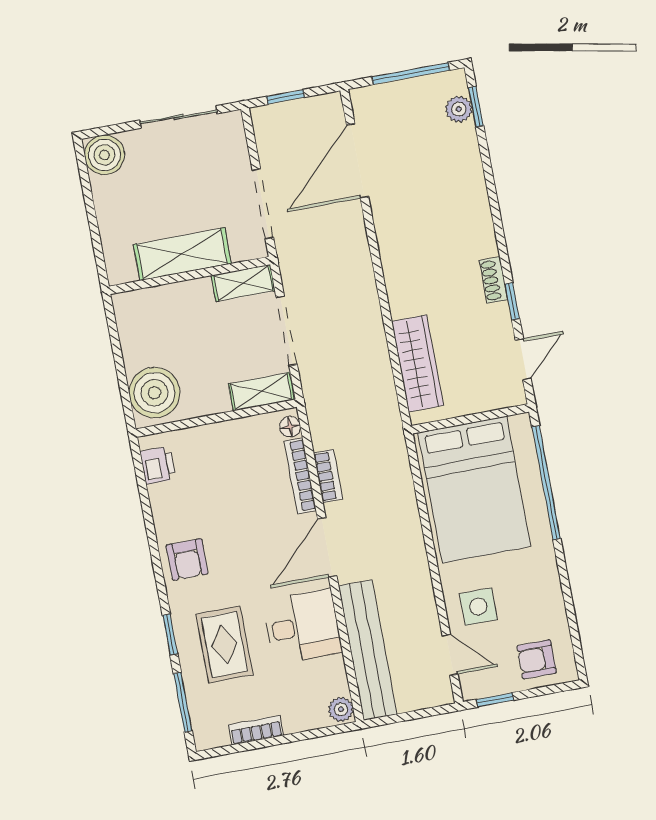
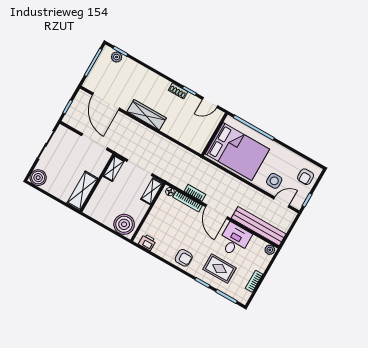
shelving: (182, 254) -> (82, 191), moved
door: (523, 359) -> (210, 103), swing flipped
wardrobe: (418, 363) -> (147, 115), moved

